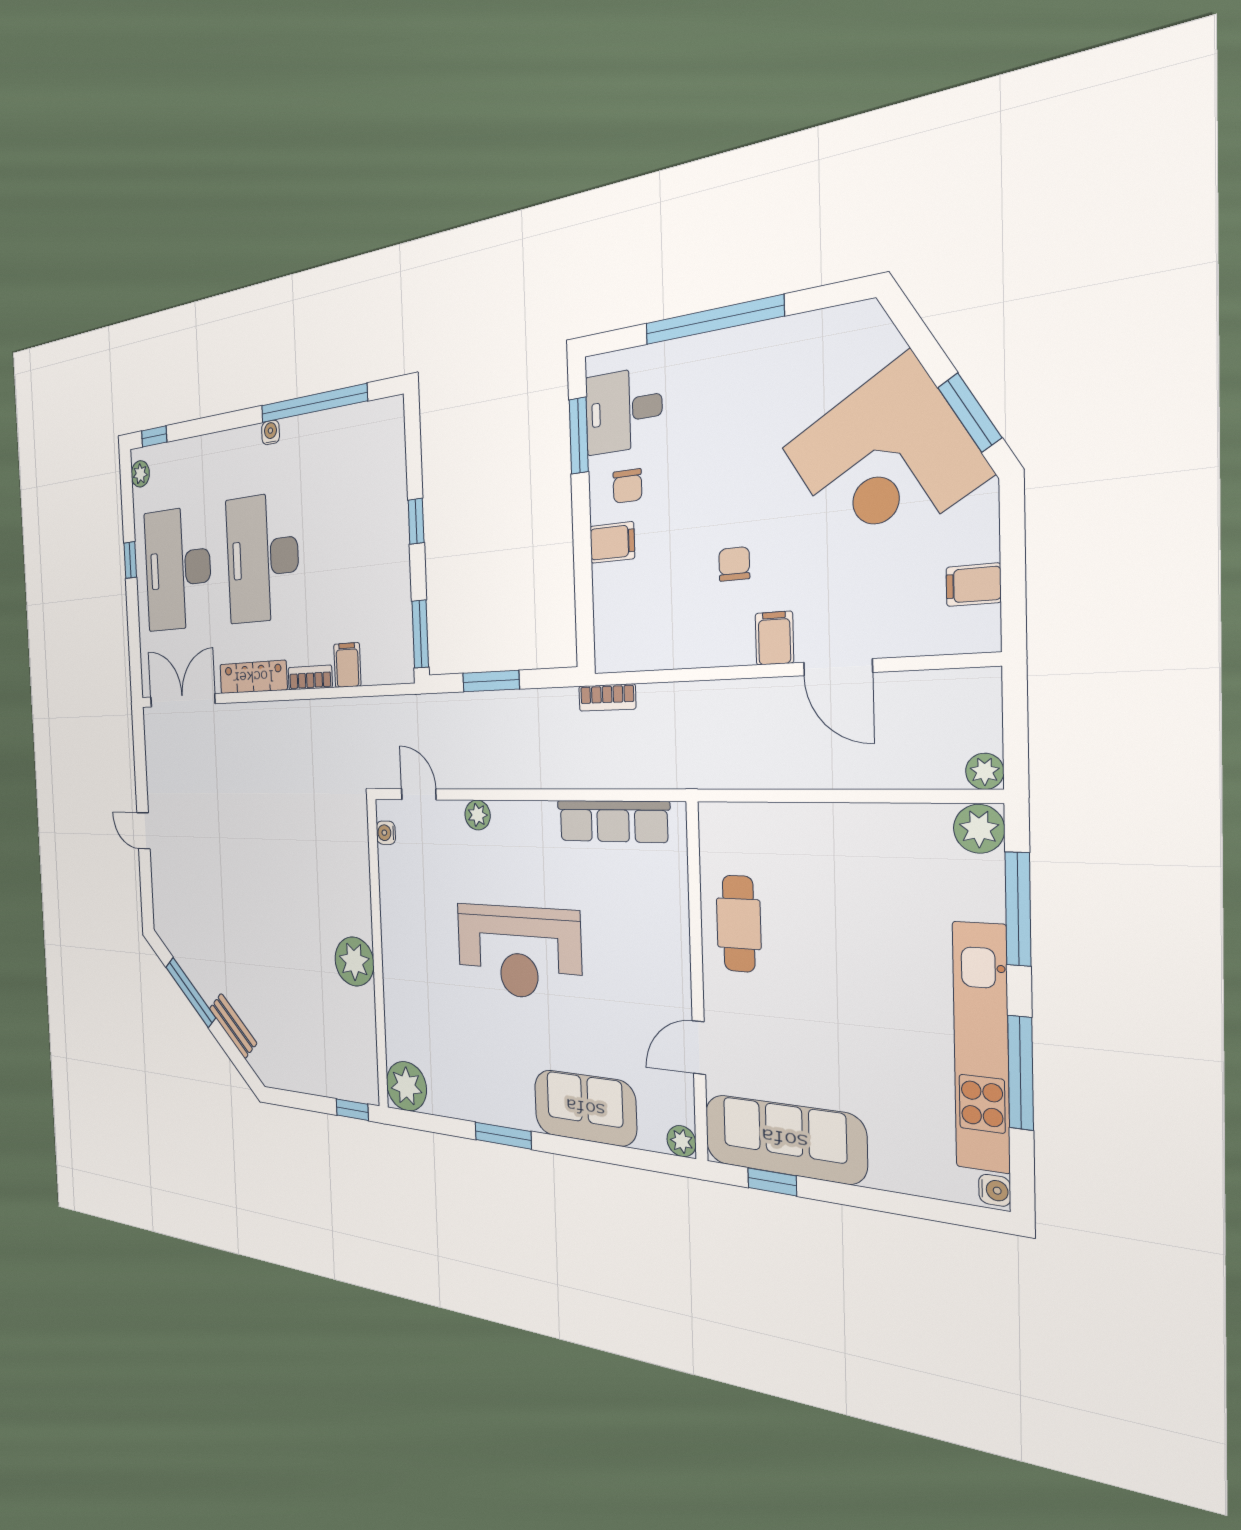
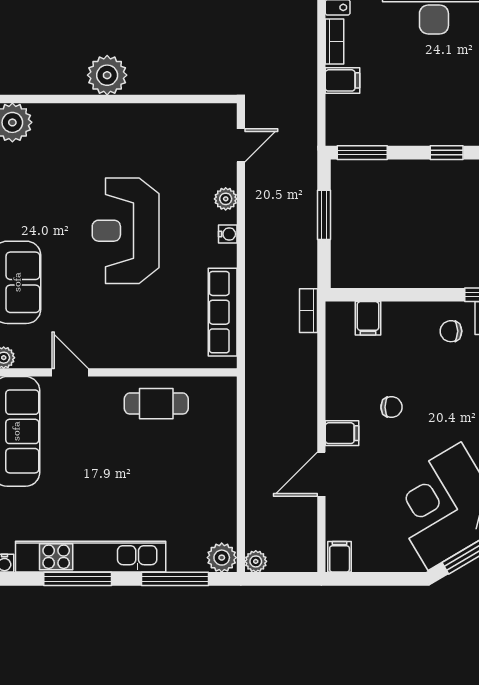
filing cabinet: (612, 542) -> (368, 318), moved
filing cabinet: (973, 585) -> (340, 557), moved
water cooler: (386, 833) -> (228, 234), moved, turned 90

